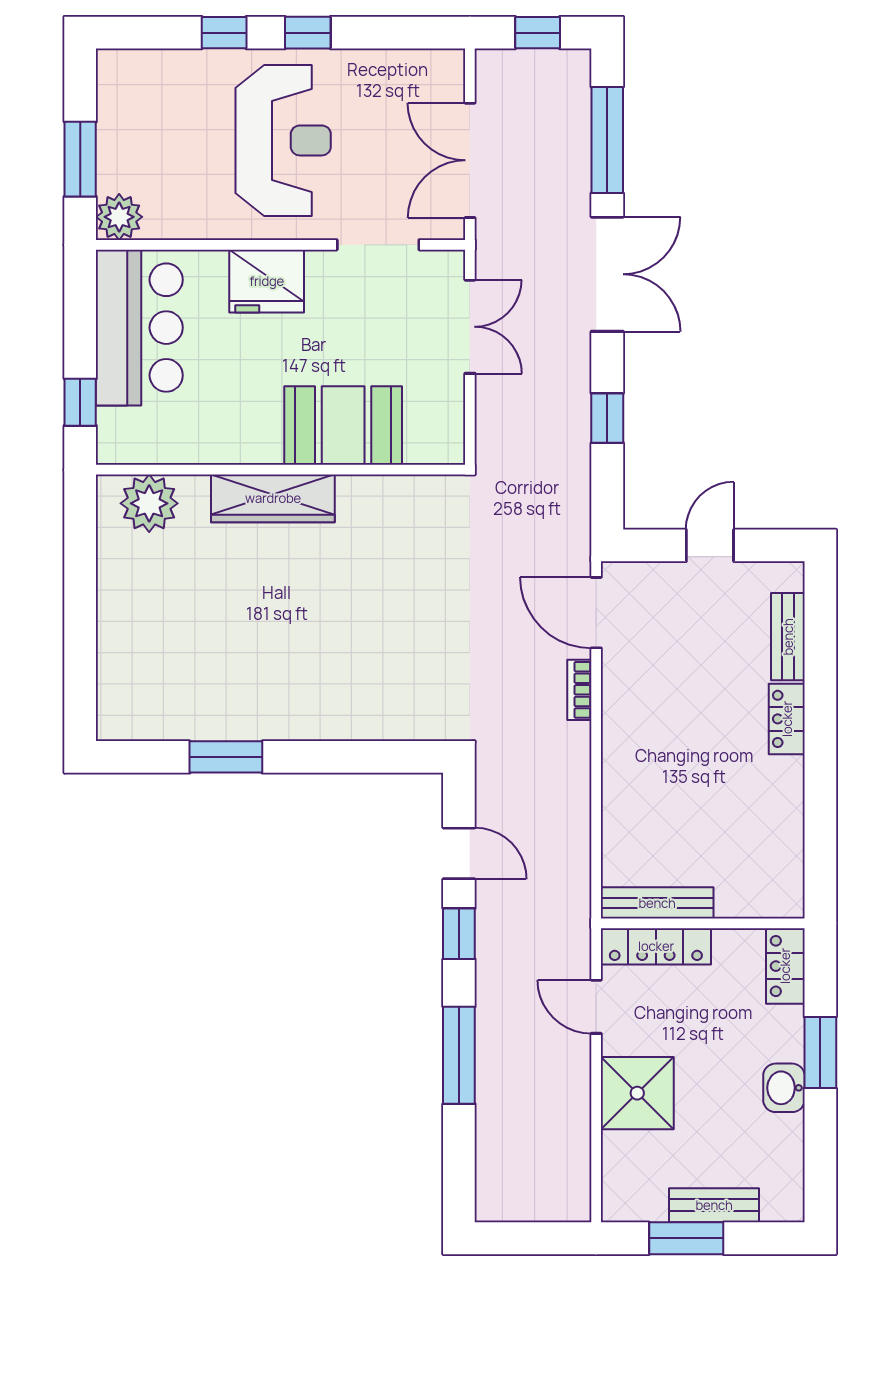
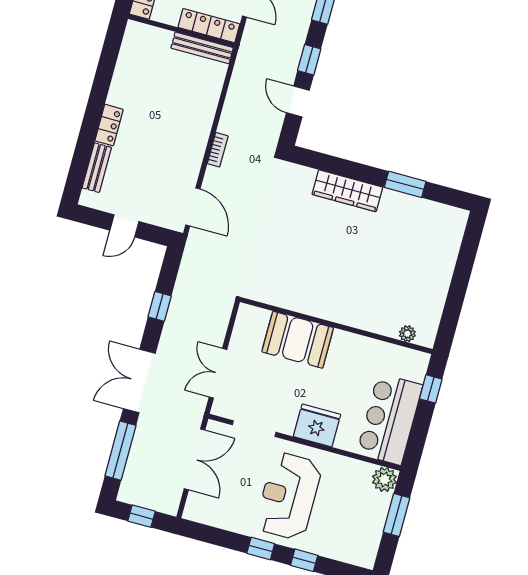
wardrobe: (273, 498) -> (347, 191), moved, turned 180
plant: (149, 503) -> (407, 334), width x0.53, depth x0.53
bookcase: (579, 690) -> (218, 150), moved

